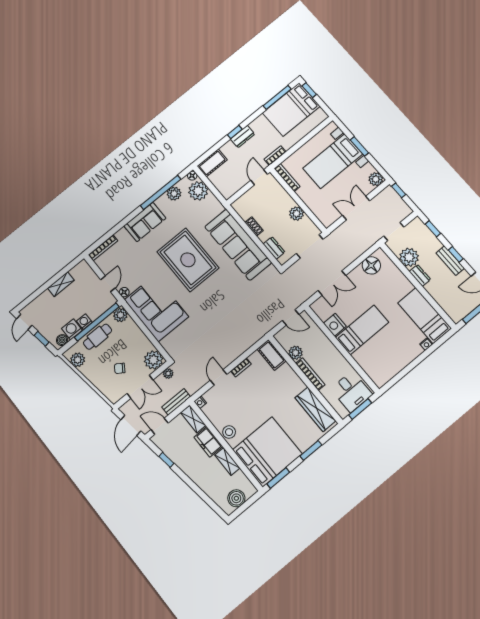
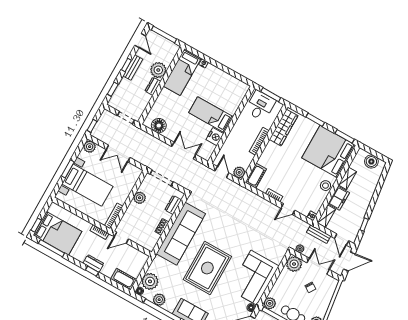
plant: (409, 257) -> (158, 70), moved
plant: (296, 353) -> (239, 172), moved

